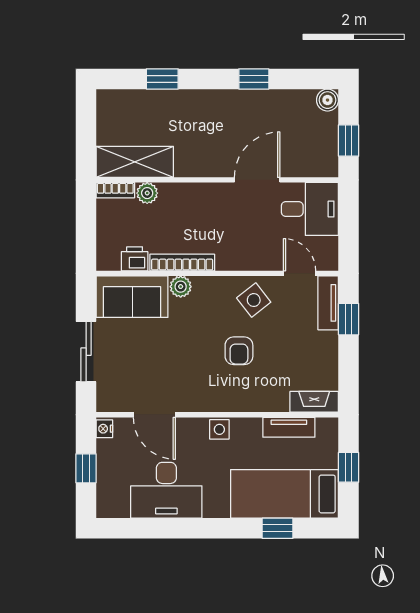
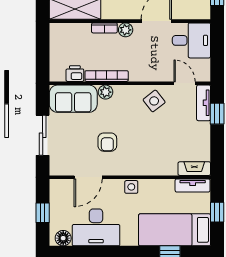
bookcase: (115, 190) -> (104, 28), moved
plant: (147, 193) -> (126, 30), moved
armchair: (239, 351) -> (107, 142), moved
door: (154, 415) -> (88, 177), hinge flipped
tv unit: (289, 427) -> (193, 185), moved
nightstand: (104, 429) -> (55, 186), removed
floor lamp: (117, 506) -> (63, 238), added

